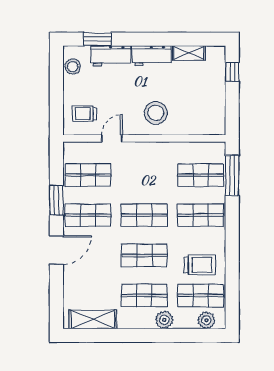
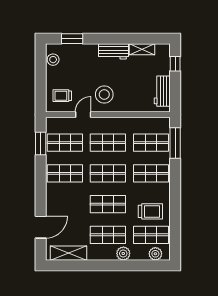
workbench: (111, 56) -> (162, 91), moved, turned 90
stool: (156, 113) -> (104, 95), moved
shop shelf: (144, 175) -> (108, 143), added
window: (56, 200) -> (41, 144), moved
door: (56, 250) -> (41, 227), moved

